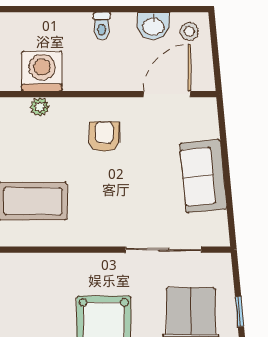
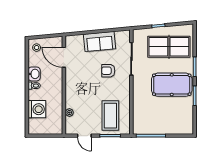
washbasin: (153, 26) -> (34, 74), moved
washing machine: (42, 71) -> (37, 109), moved, turned 180
armchair: (104, 137) -> (108, 71), moved

